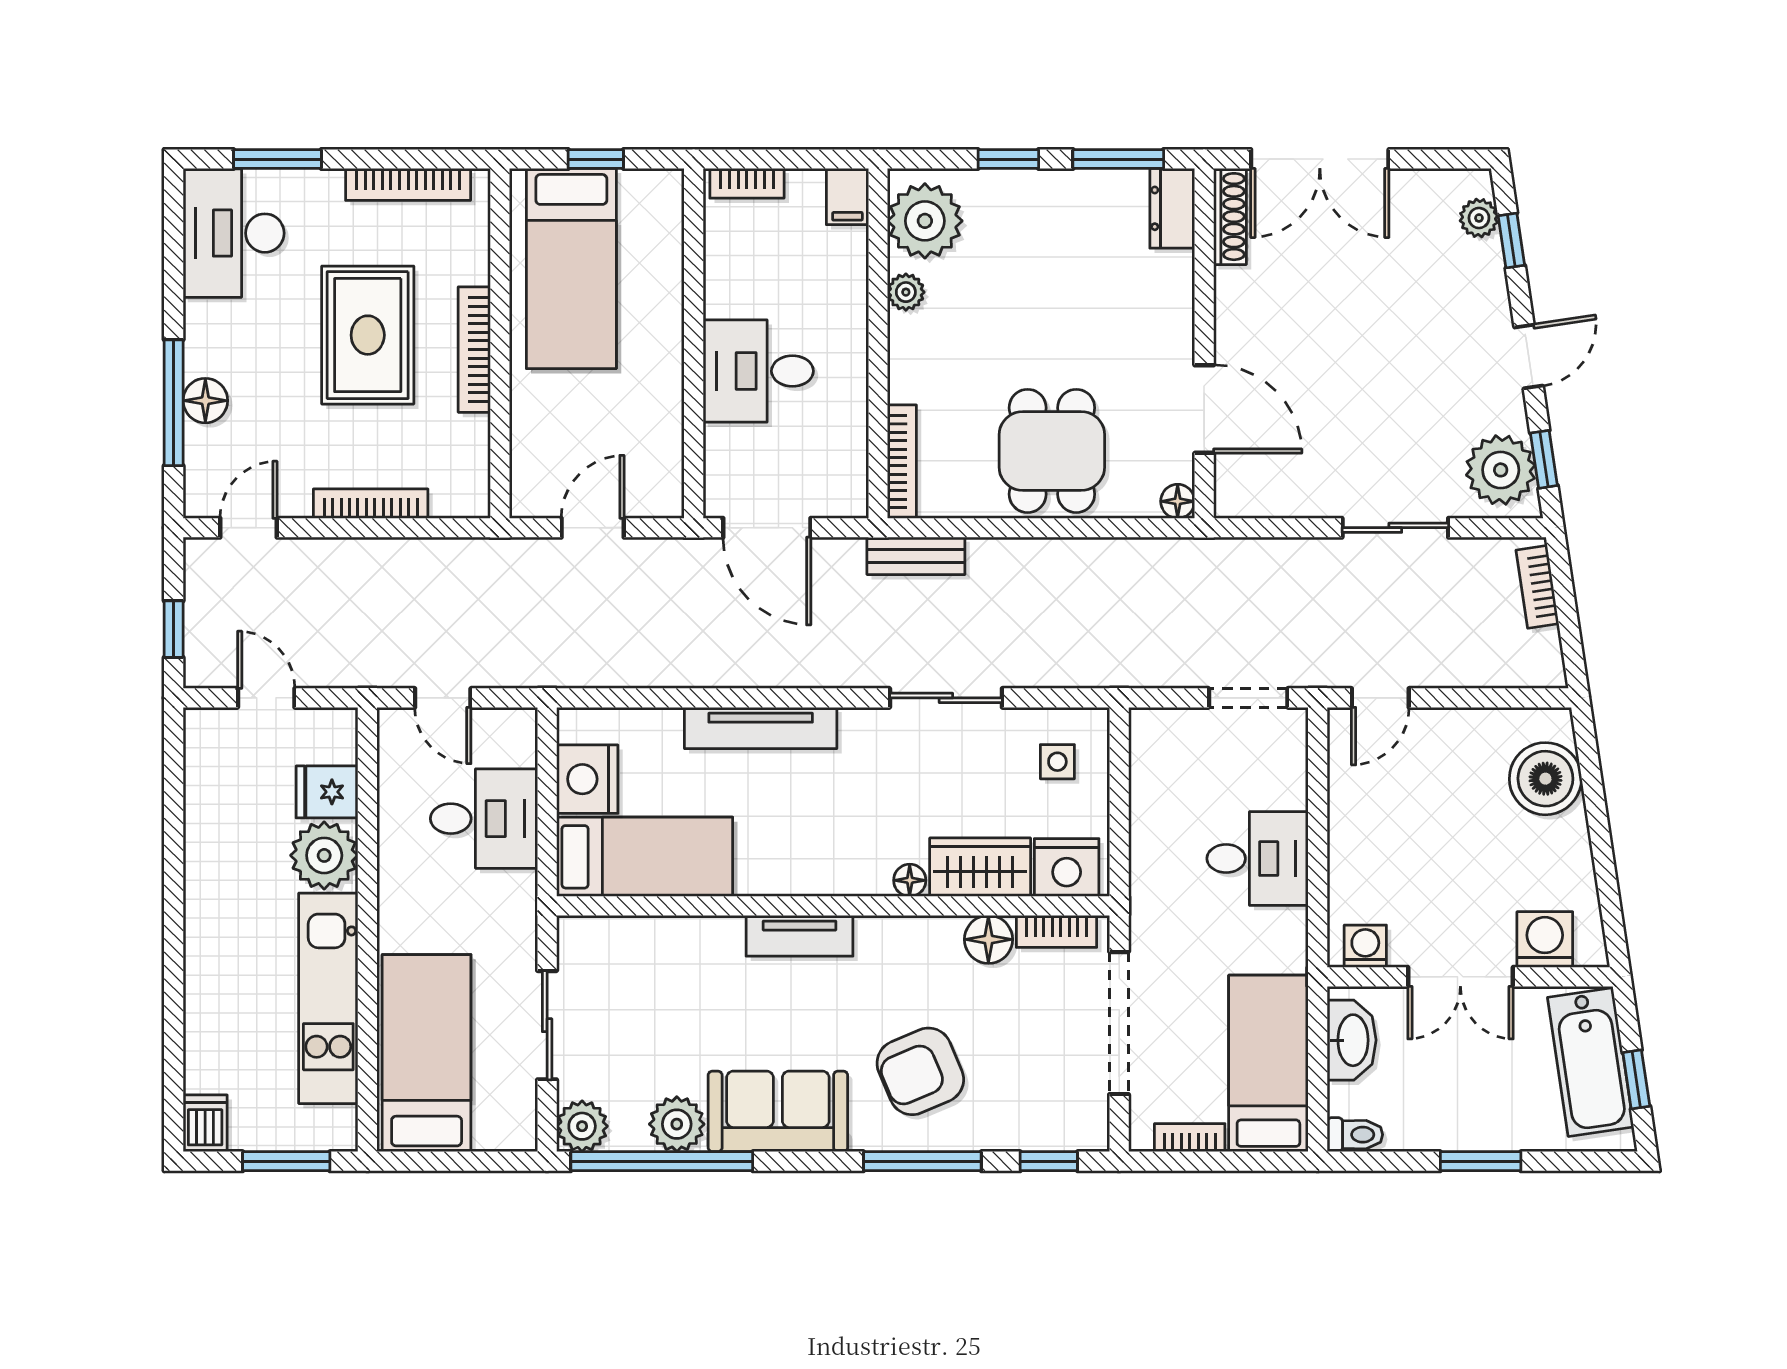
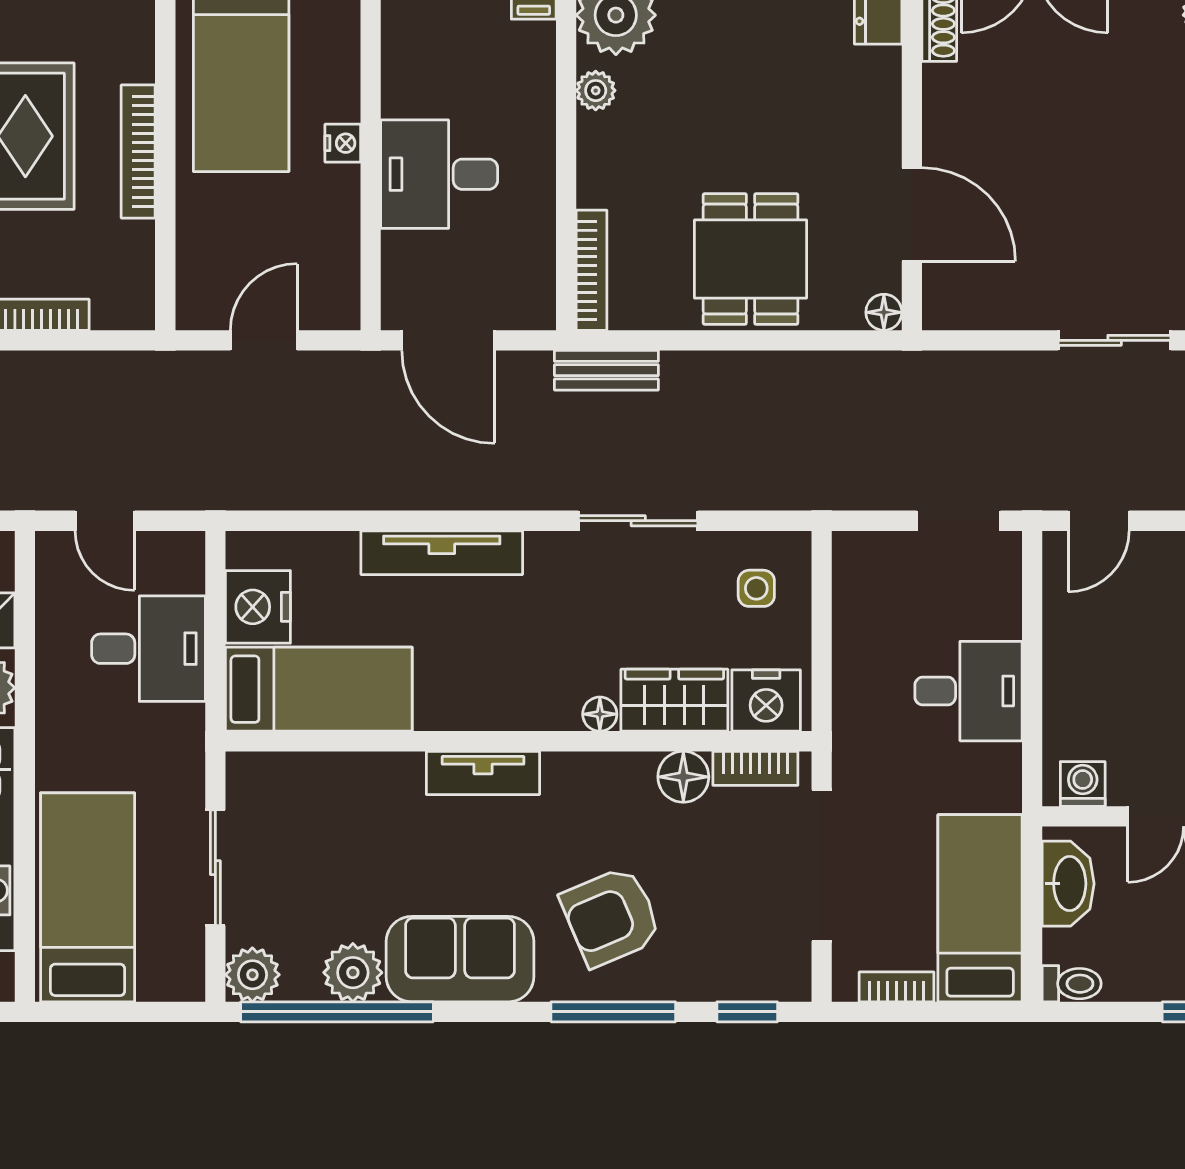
nightstand: (667, 342) -> (343, 143), added

